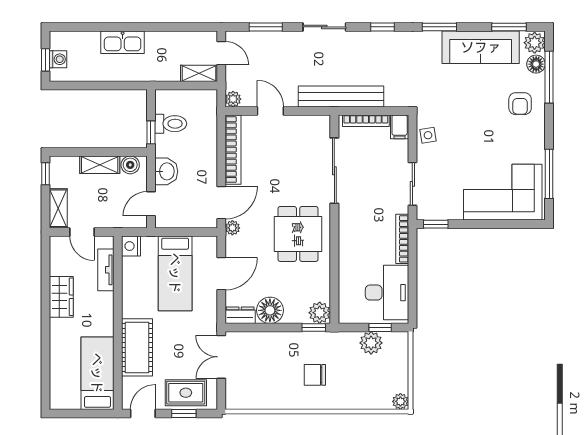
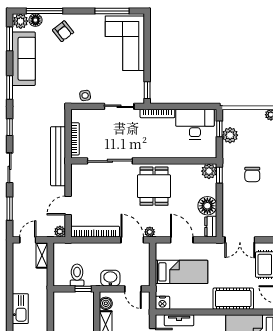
armchair: (520, 104) -> (63, 31), turned 52
filing cabinet: (400, 127) -> (79, 115), removed
dining table: (298, 234) -> (154, 186), turned 90

